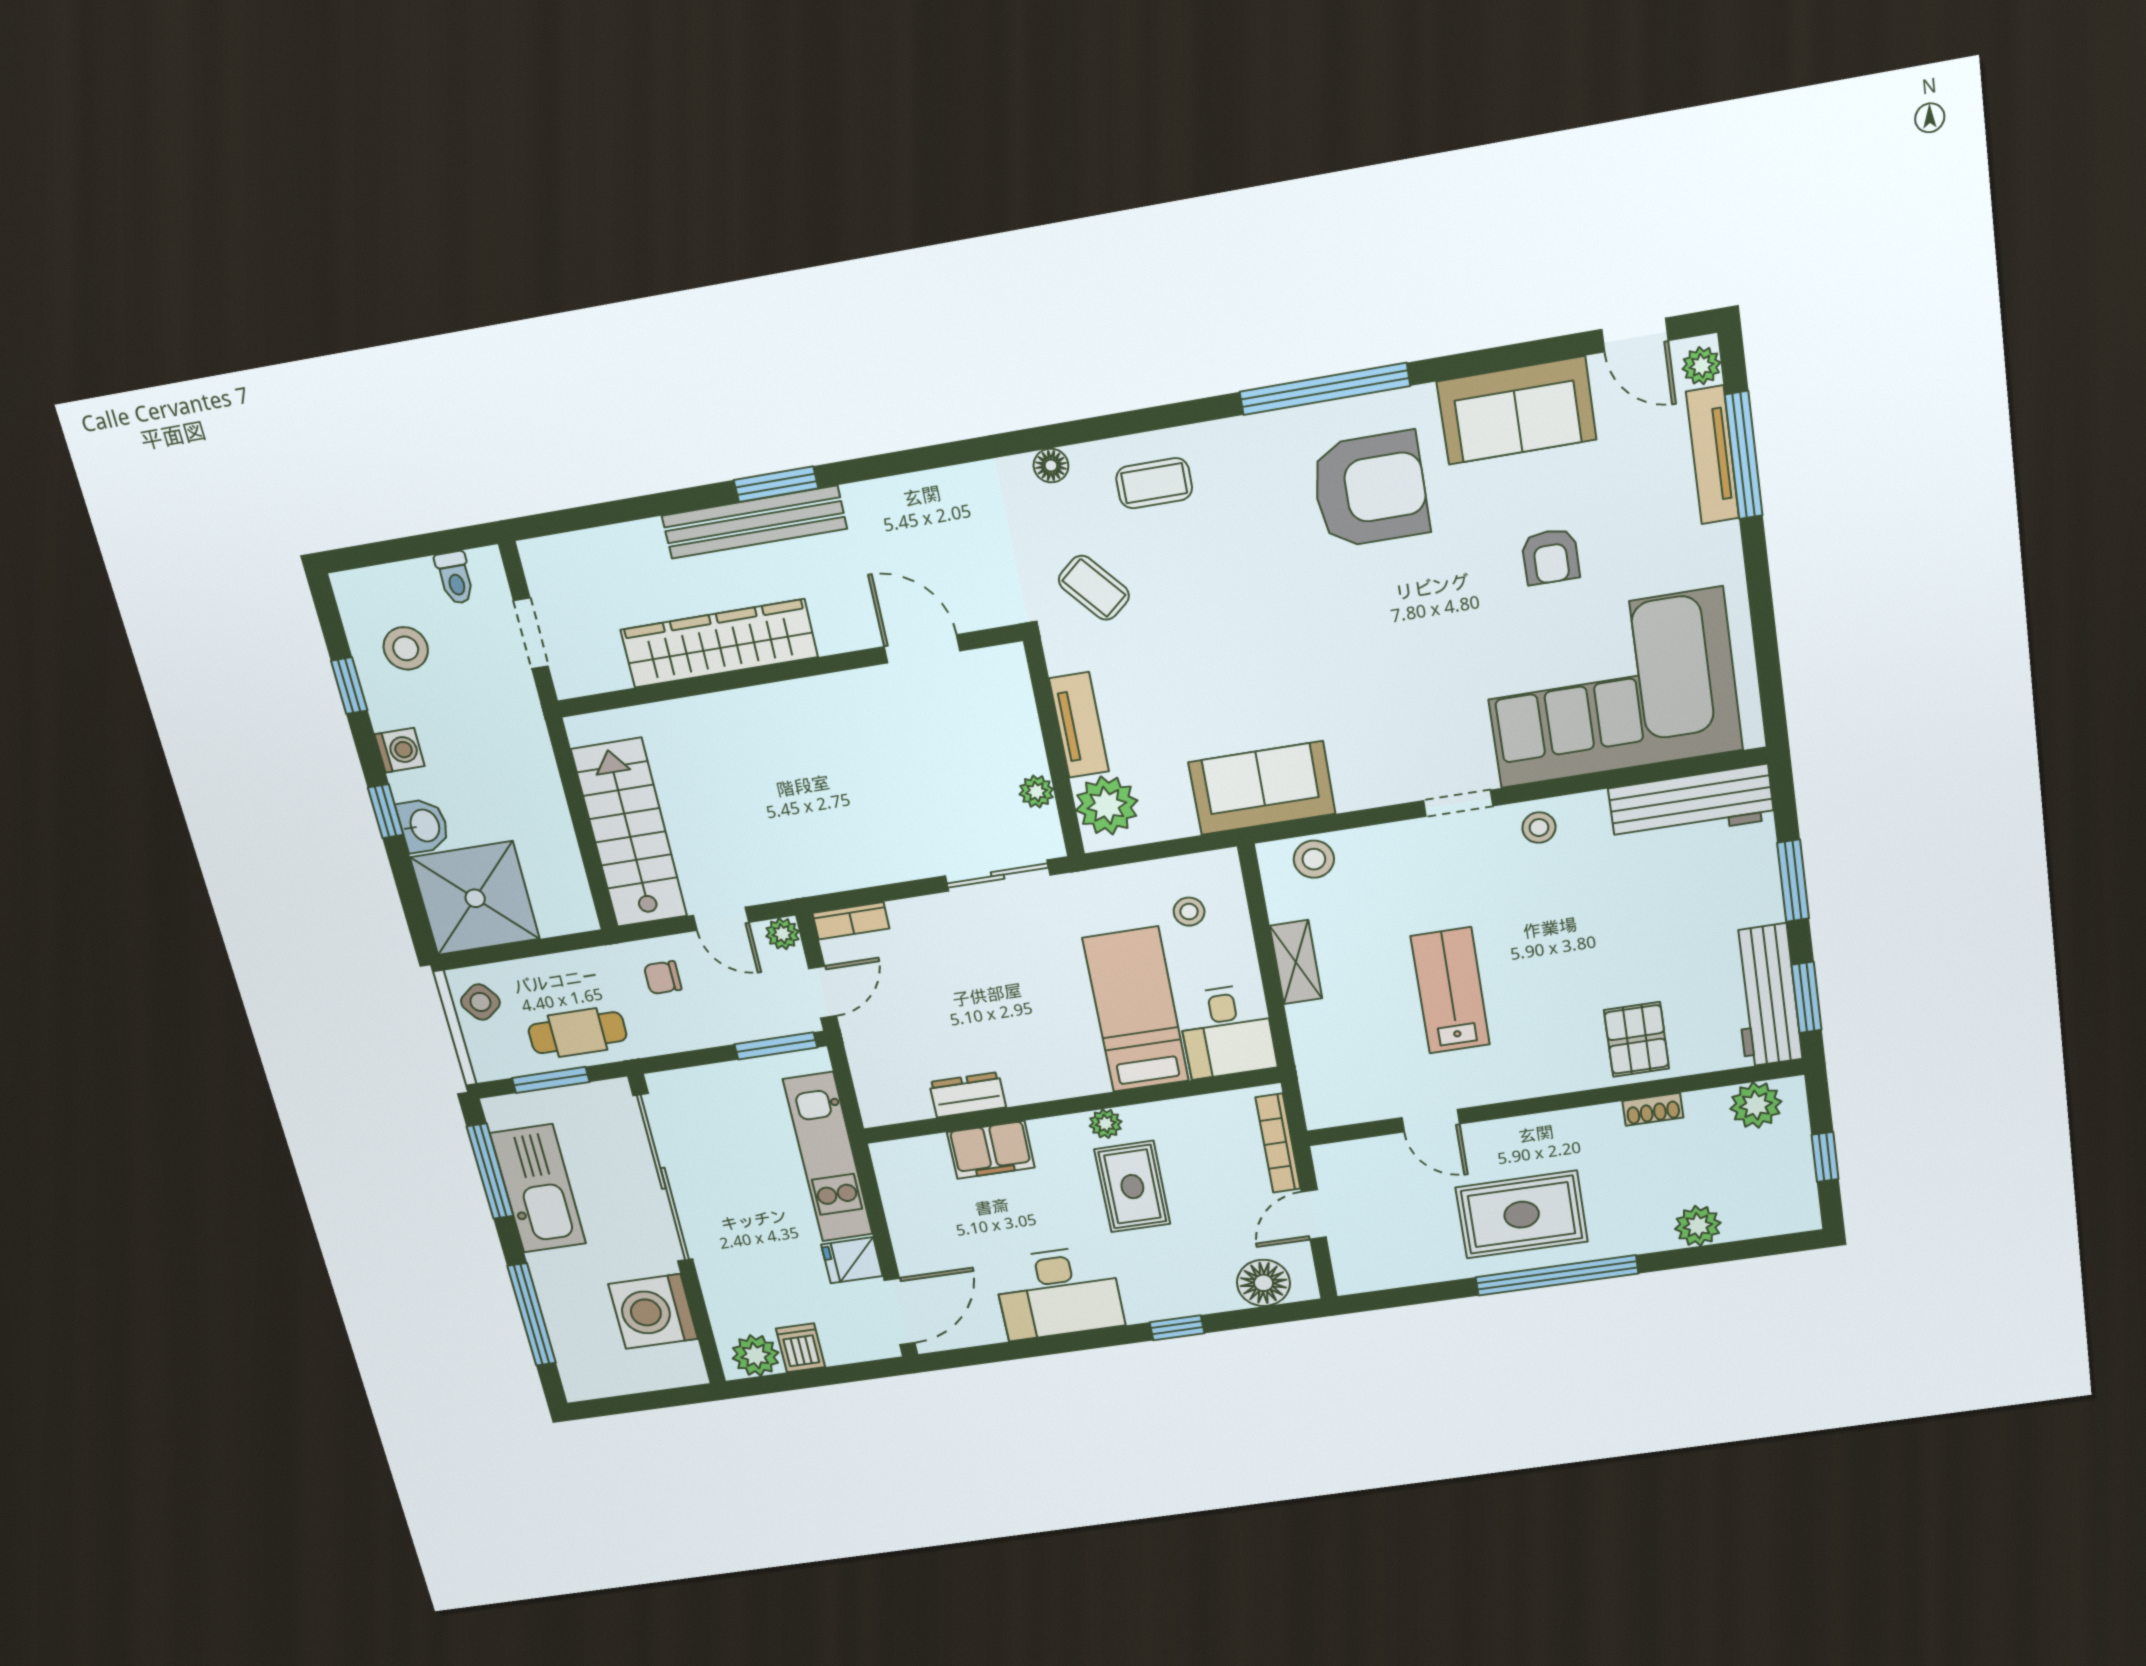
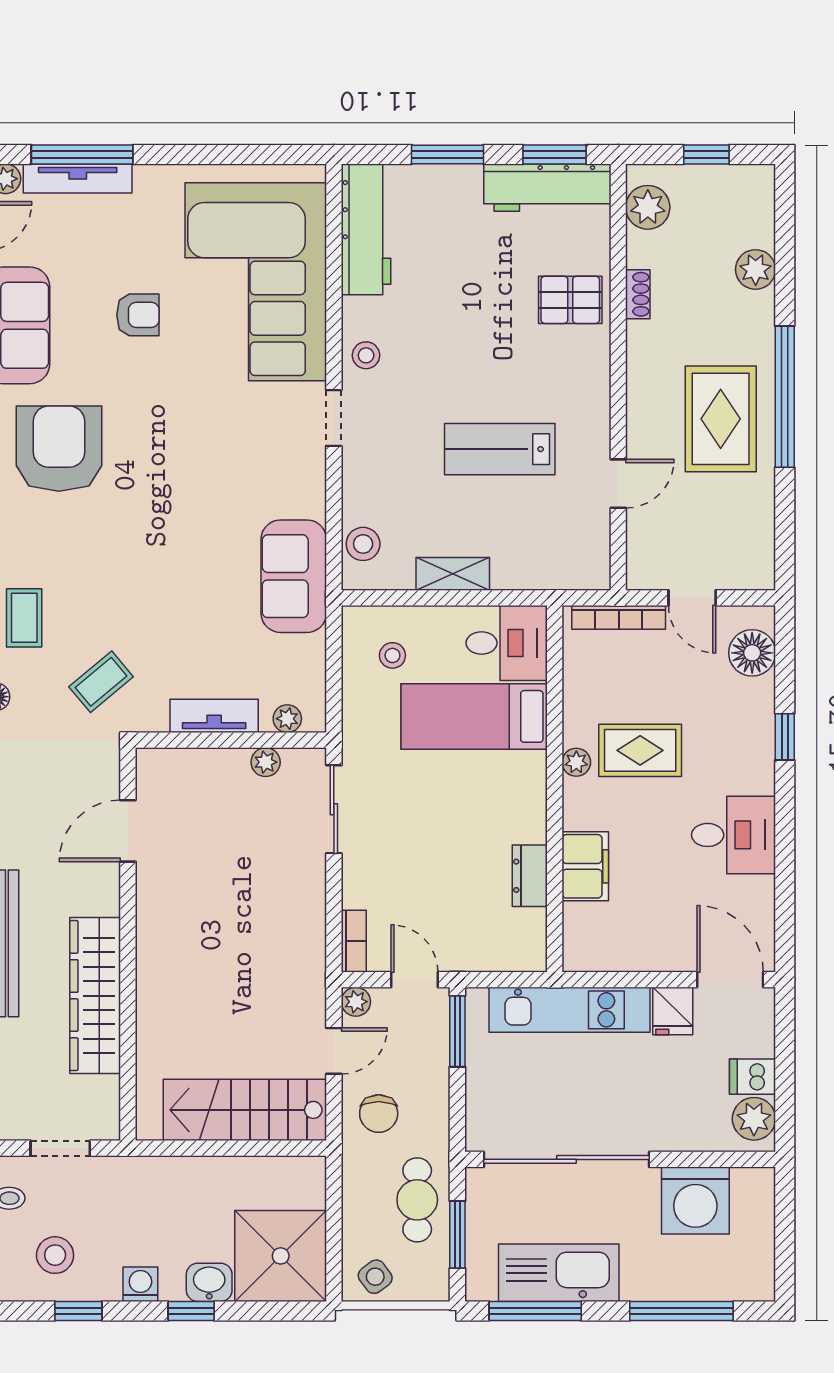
plant: (1107, 805) -> (287, 719), width x0.53, depth x0.53
chair: (663, 978) -> (379, 1114), width x1.37, depth x1.37
desk: (1058, 1293) -> (734, 835), width x0.73

